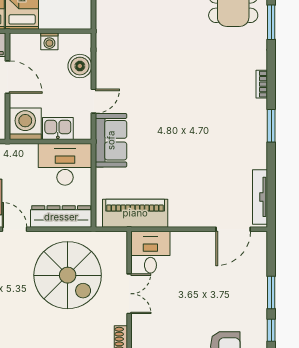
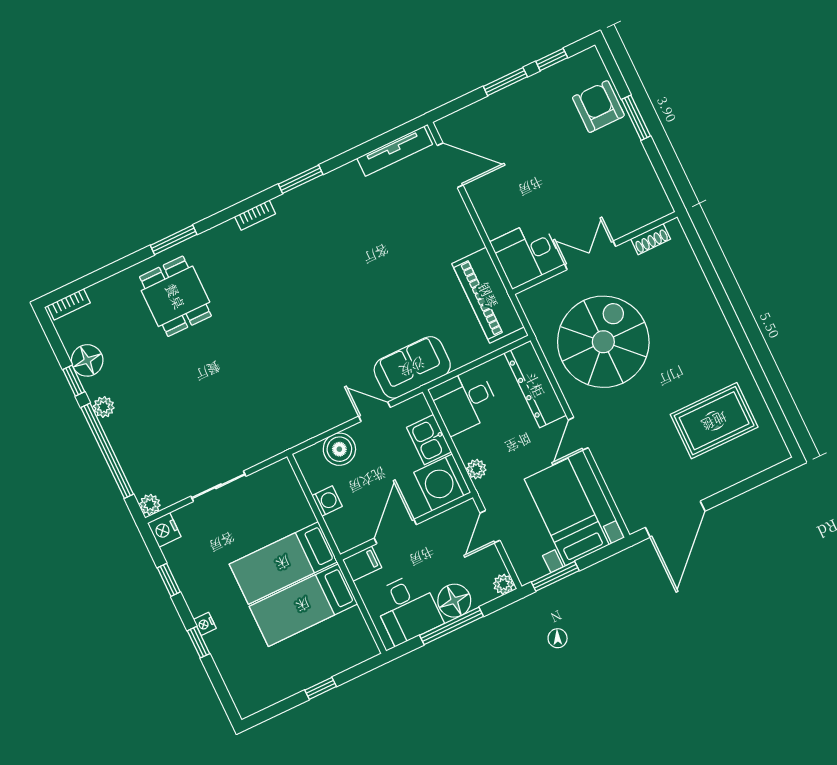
plant: (23, 151) -> (476, 469), added
desk: (65, 164) -> (465, 401), width x0.73

